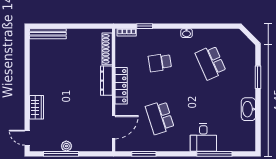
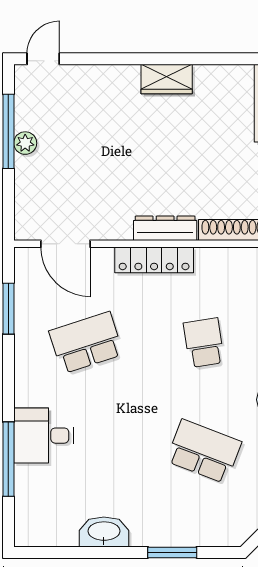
school desk: (211, 62) -> (204, 451), turned 45
wardrobe: (36, 107) -> (167, 79), moved

